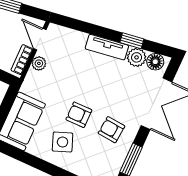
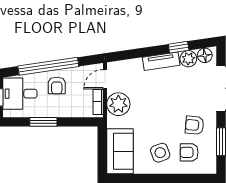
door: (40, 39) -> (105, 79), hinge flipped
plant: (39, 63) -> (118, 104), width x1.87, depth x1.87
armchair: (79, 115) -> (189, 152), moved

